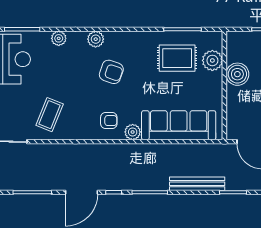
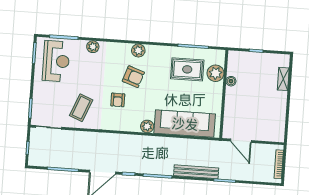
plant: (96, 39) -> (138, 51), moved
boiler: (237, 74) -> (231, 81), width x0.54, depth x0.54
armchair: (109, 121) -> (118, 100), moved, turned 90

